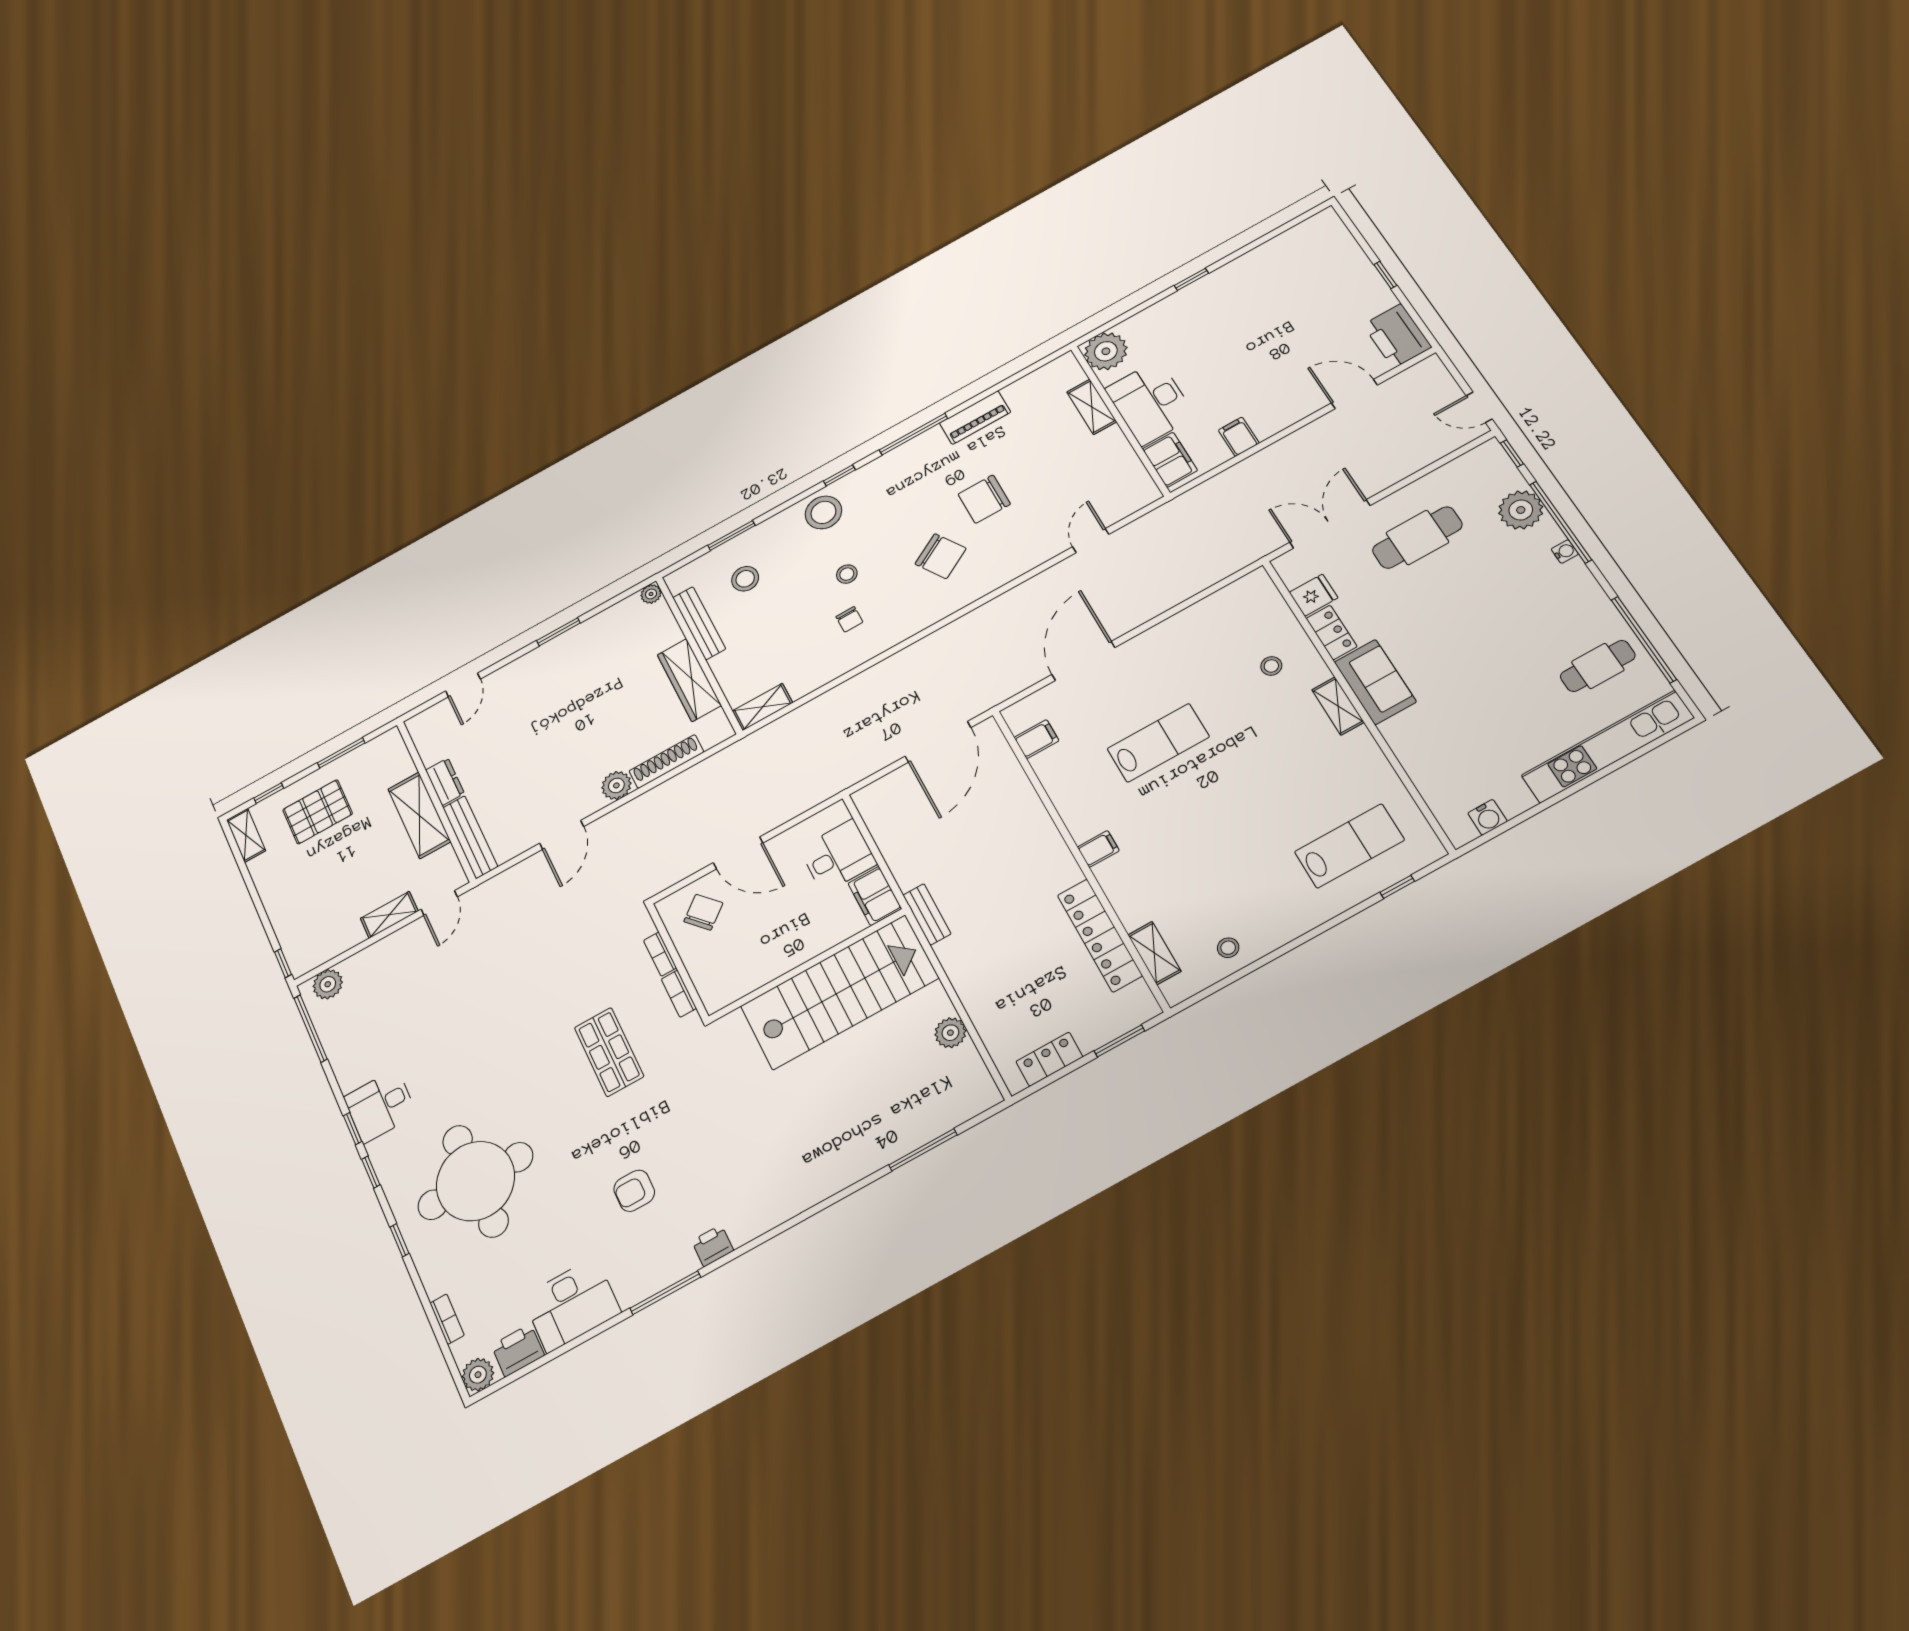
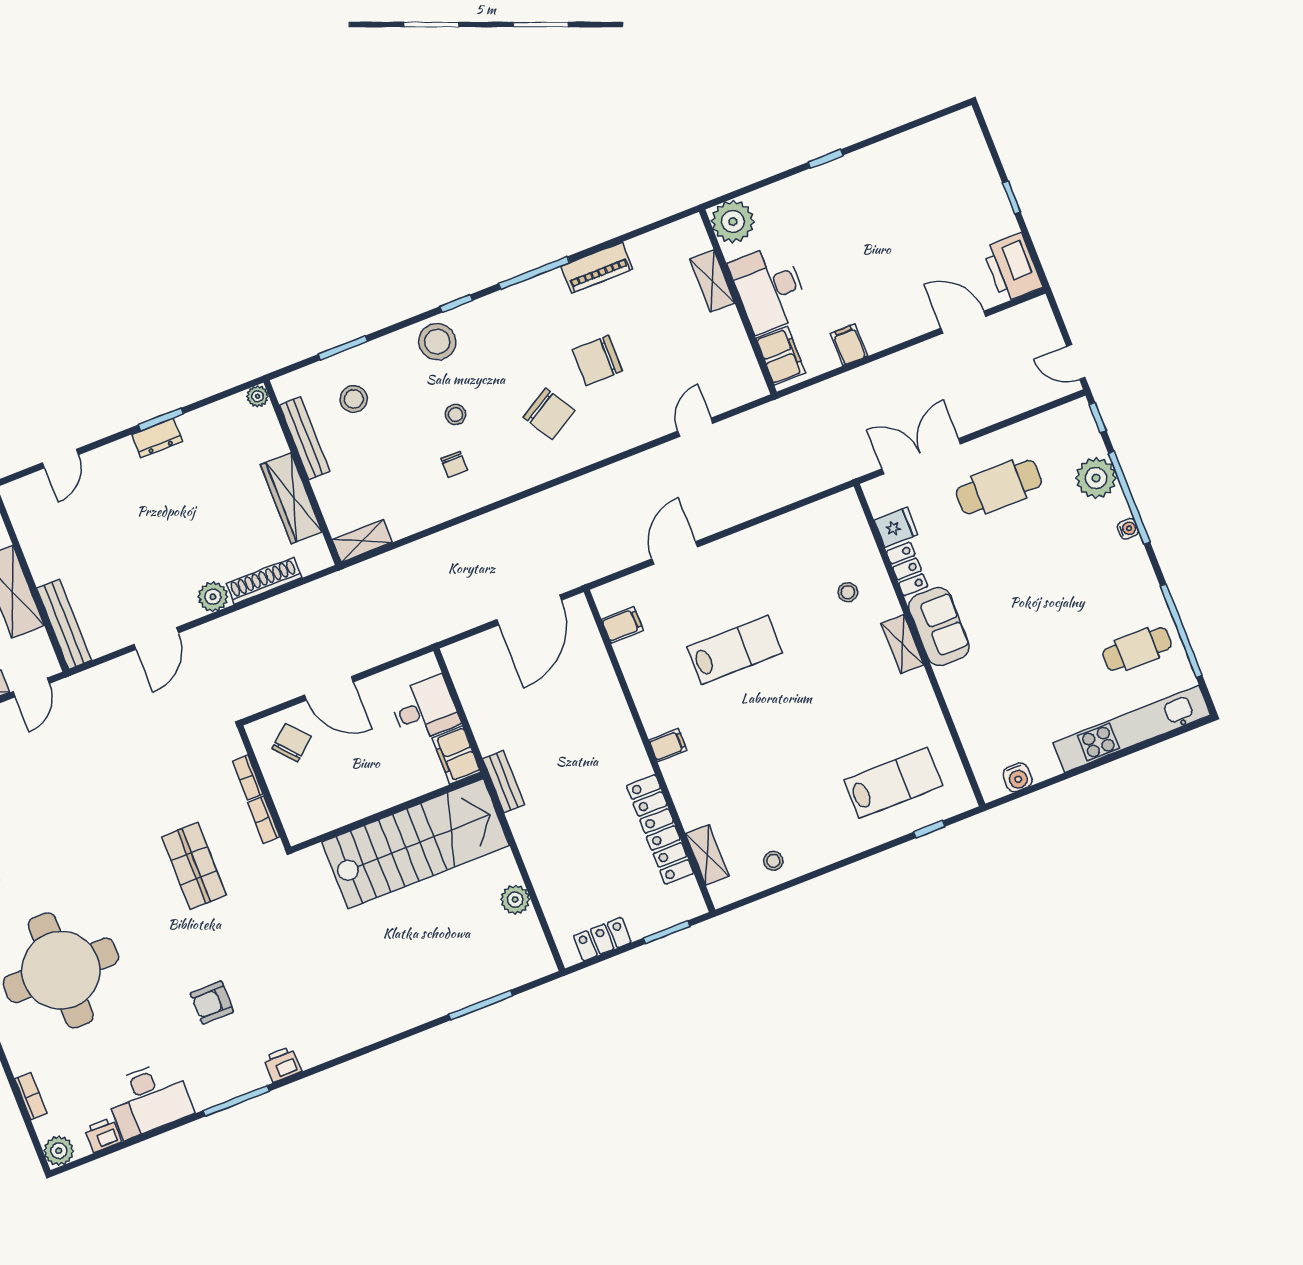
door: (1083, 661) -> (675, 553), width x0.73
dresser: (445, 782) -> (157, 438), moved, turned 90
printer: (518, 1350) -> (103, 1135), width x0.73, depth x0.81

